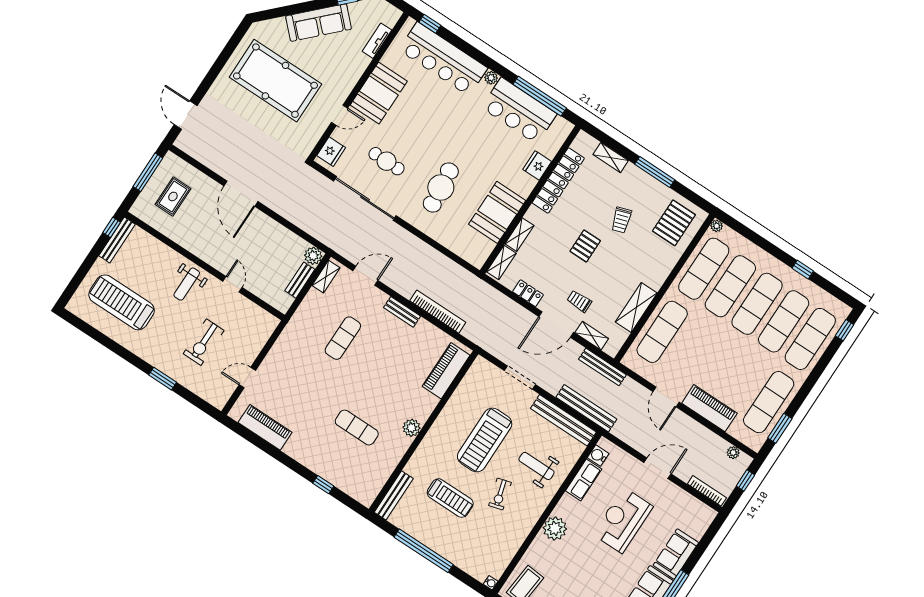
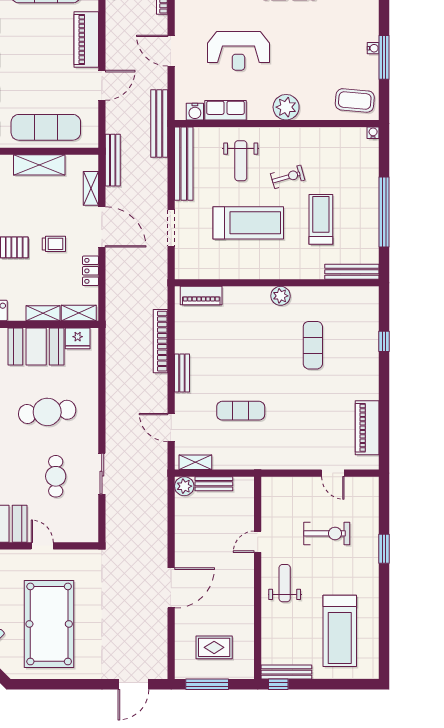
fridge: (331, 152) -> (78, 338), moved, turned 180
sliding door: (365, 198) -> (102, 474), width x0.54
weight bench: (187, 284) -> (285, 583), turned -90
trolley: (579, 301) -> (54, 244), moved, turned -90
piano: (446, 371) -> (201, 295), width x0.73, depth x0.75
bench: (586, 408) -> (159, 123), moved

